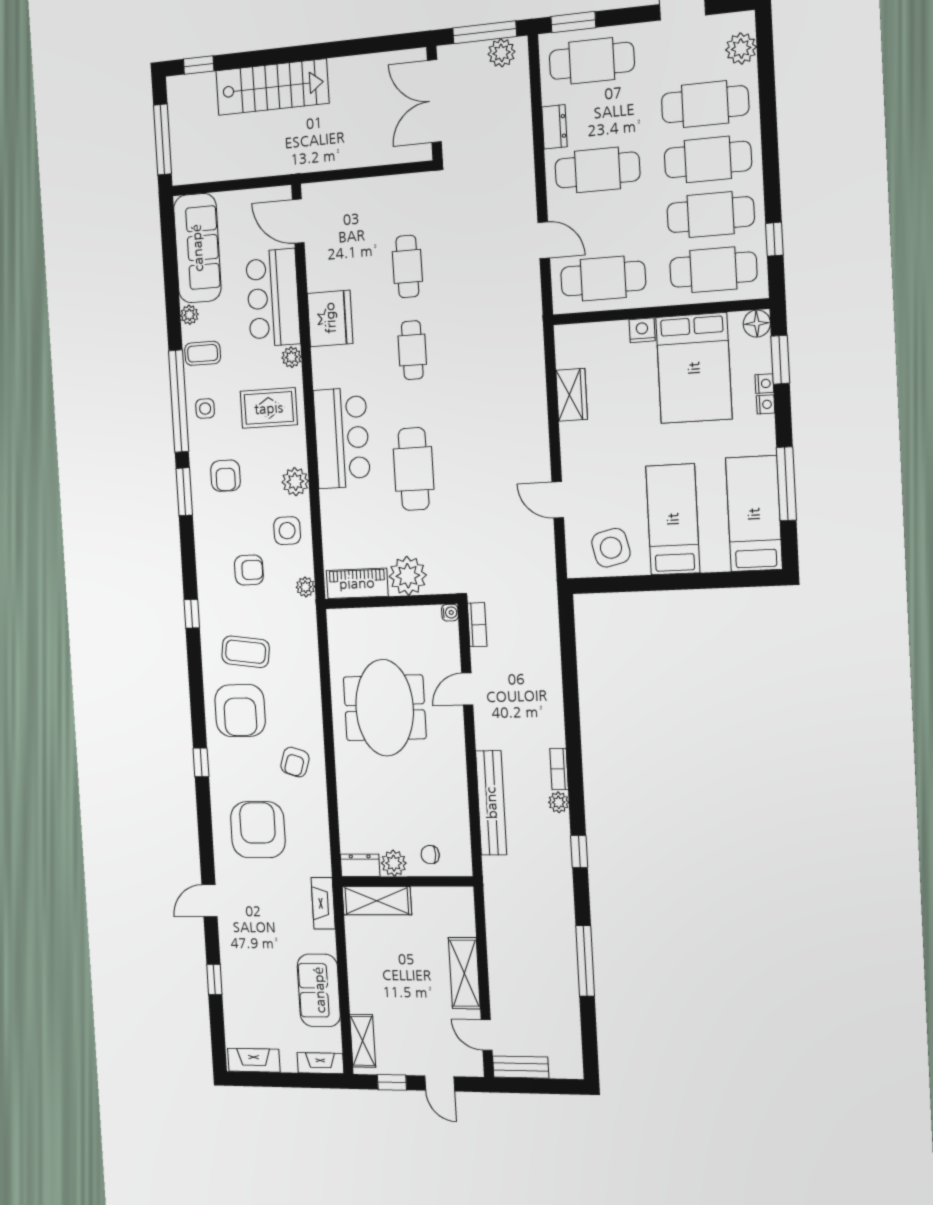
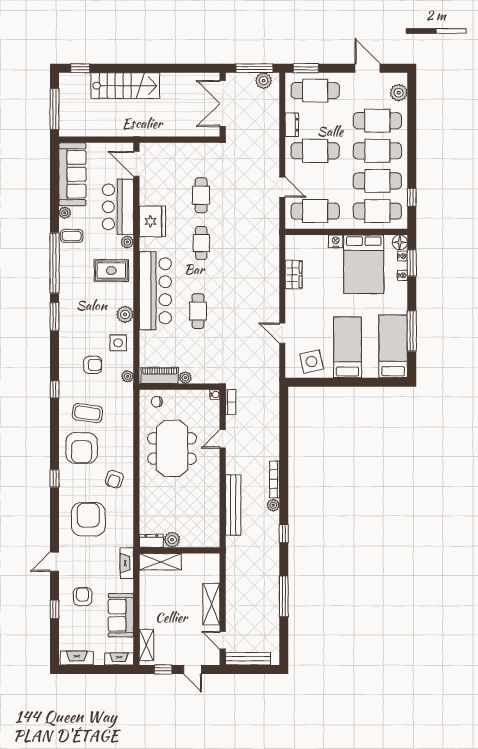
nightstand: (766, 404) -> (402, 256), moved
side table: (205, 409) -> (71, 268), removed
bar counter: (342, 438) -> (155, 291), width x1.36
cafe table: (414, 469) -> (198, 311), width x0.73, depth x0.74
armchair: (226, 476) -> (83, 597), moved, turned 180
plant: (408, 576) -> (185, 378), width x0.53, depth x0.53
bookcase: (559, 769) -> (275, 479), width x1.56
chair: (430, 855) -> (157, 402), moved
bench: (521, 1067) -> (248, 659), width x1.36

